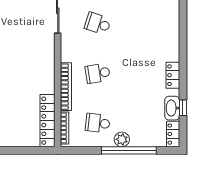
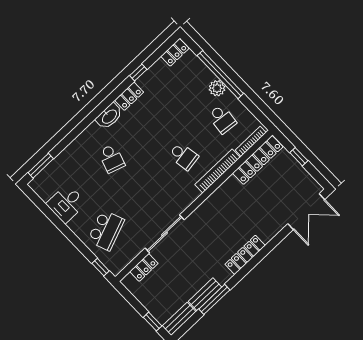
school desk: (98, 23) -> (112, 159), moved
washbasin: (172, 108) -> (109, 116), moved
window: (183, 108) -> (138, 72), moved
window: (23, 150) -> (299, 157), added

